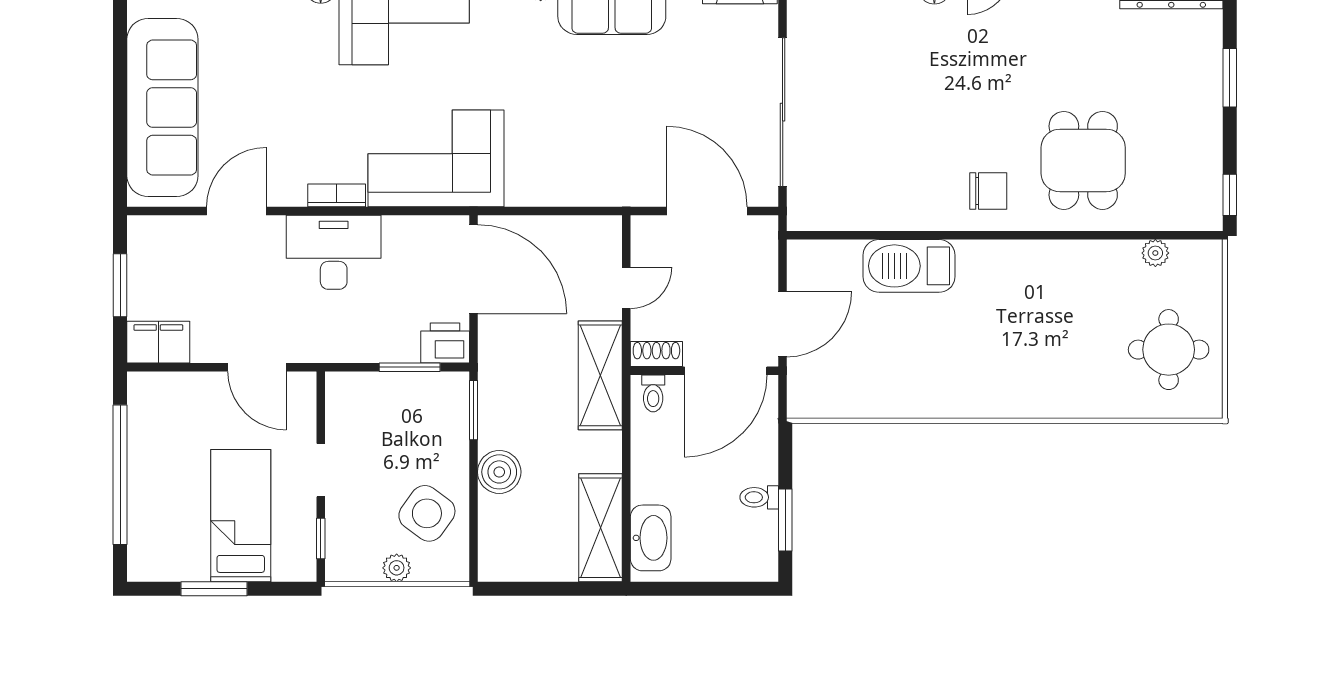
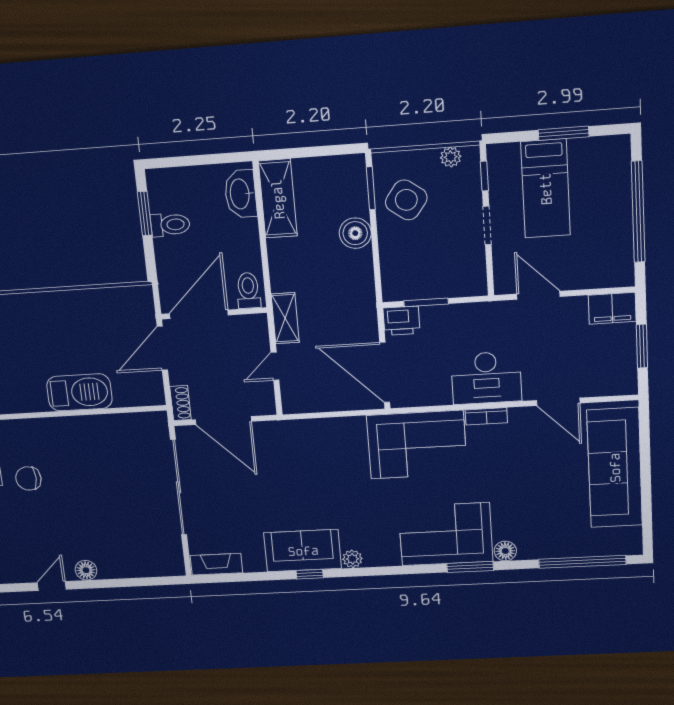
chair: (988, 191) -> (28, 478), moved
door: (236, 211) -> (558, 402), hinge flipped
shoe rack: (656, 354) -> (180, 403), moved, turned -90
shelving: (600, 375) -> (285, 318), width x0.67, depth x0.75
toilet: (653, 393) -> (248, 290), width x1.37, depth x1.39
window: (474, 410) -> (371, 188), moved
toilet: (759, 497) -> (170, 225), width x1.37, depth x1.39
plant: (397, 568) -> (451, 157), moved

